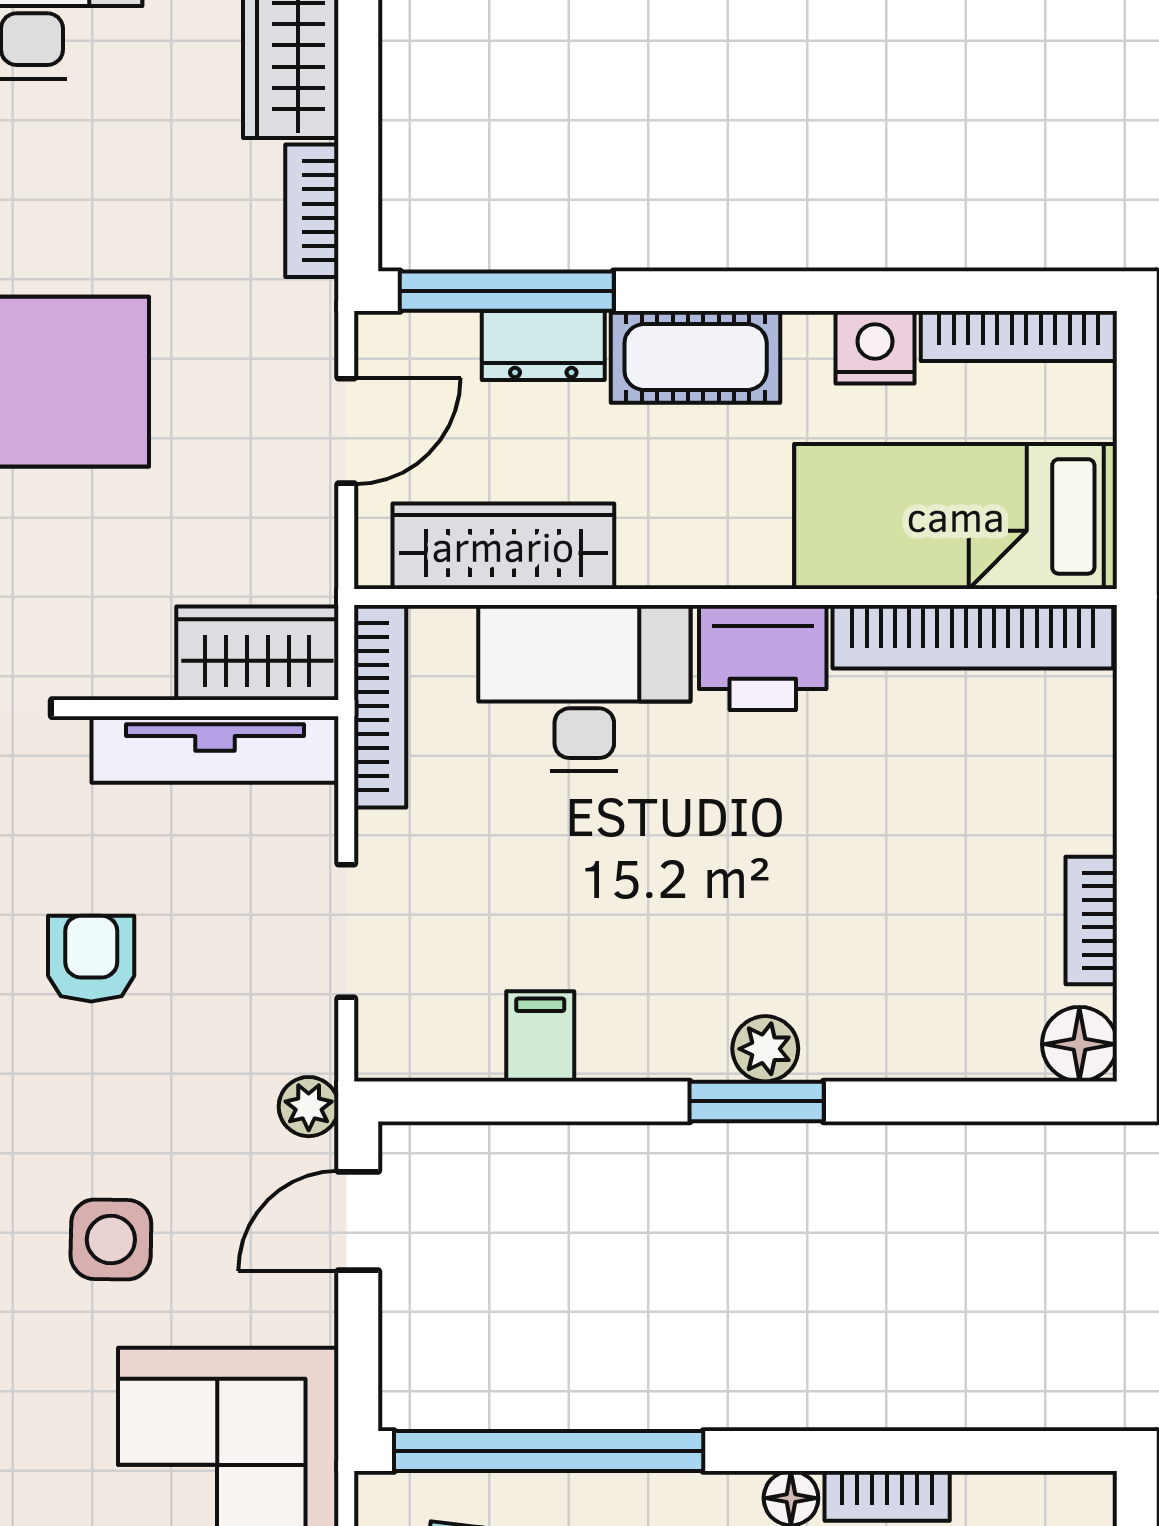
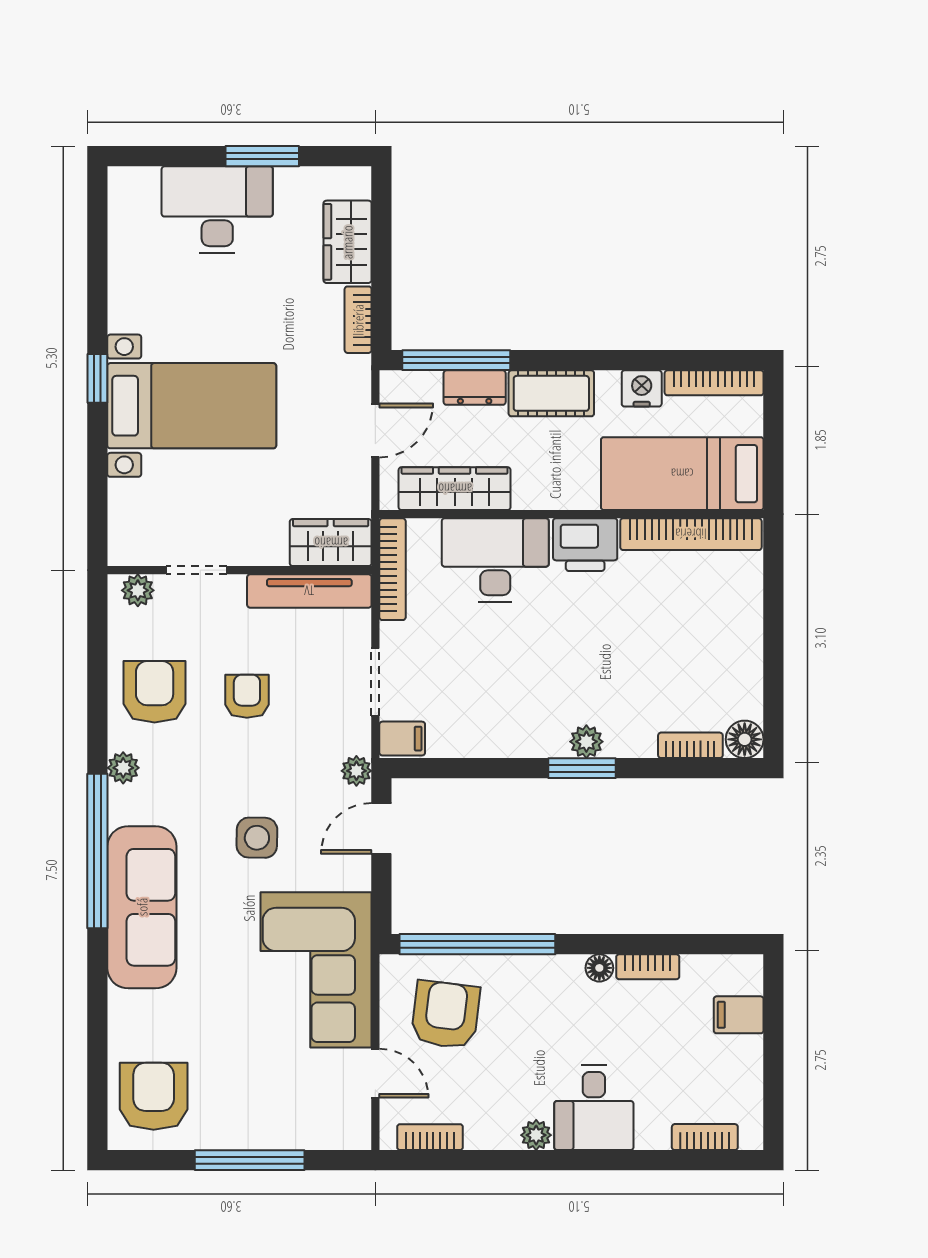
bookcase: (1091, 921) -> (690, 745), moved, turned 90
filing cabinet: (540, 1036) -> (402, 739), moved, turned 90

